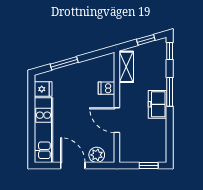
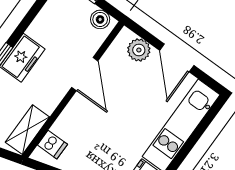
dishwasher: (106, 88) -> (52, 145), moved
boiler: (130, 156) -> (100, 19), added

